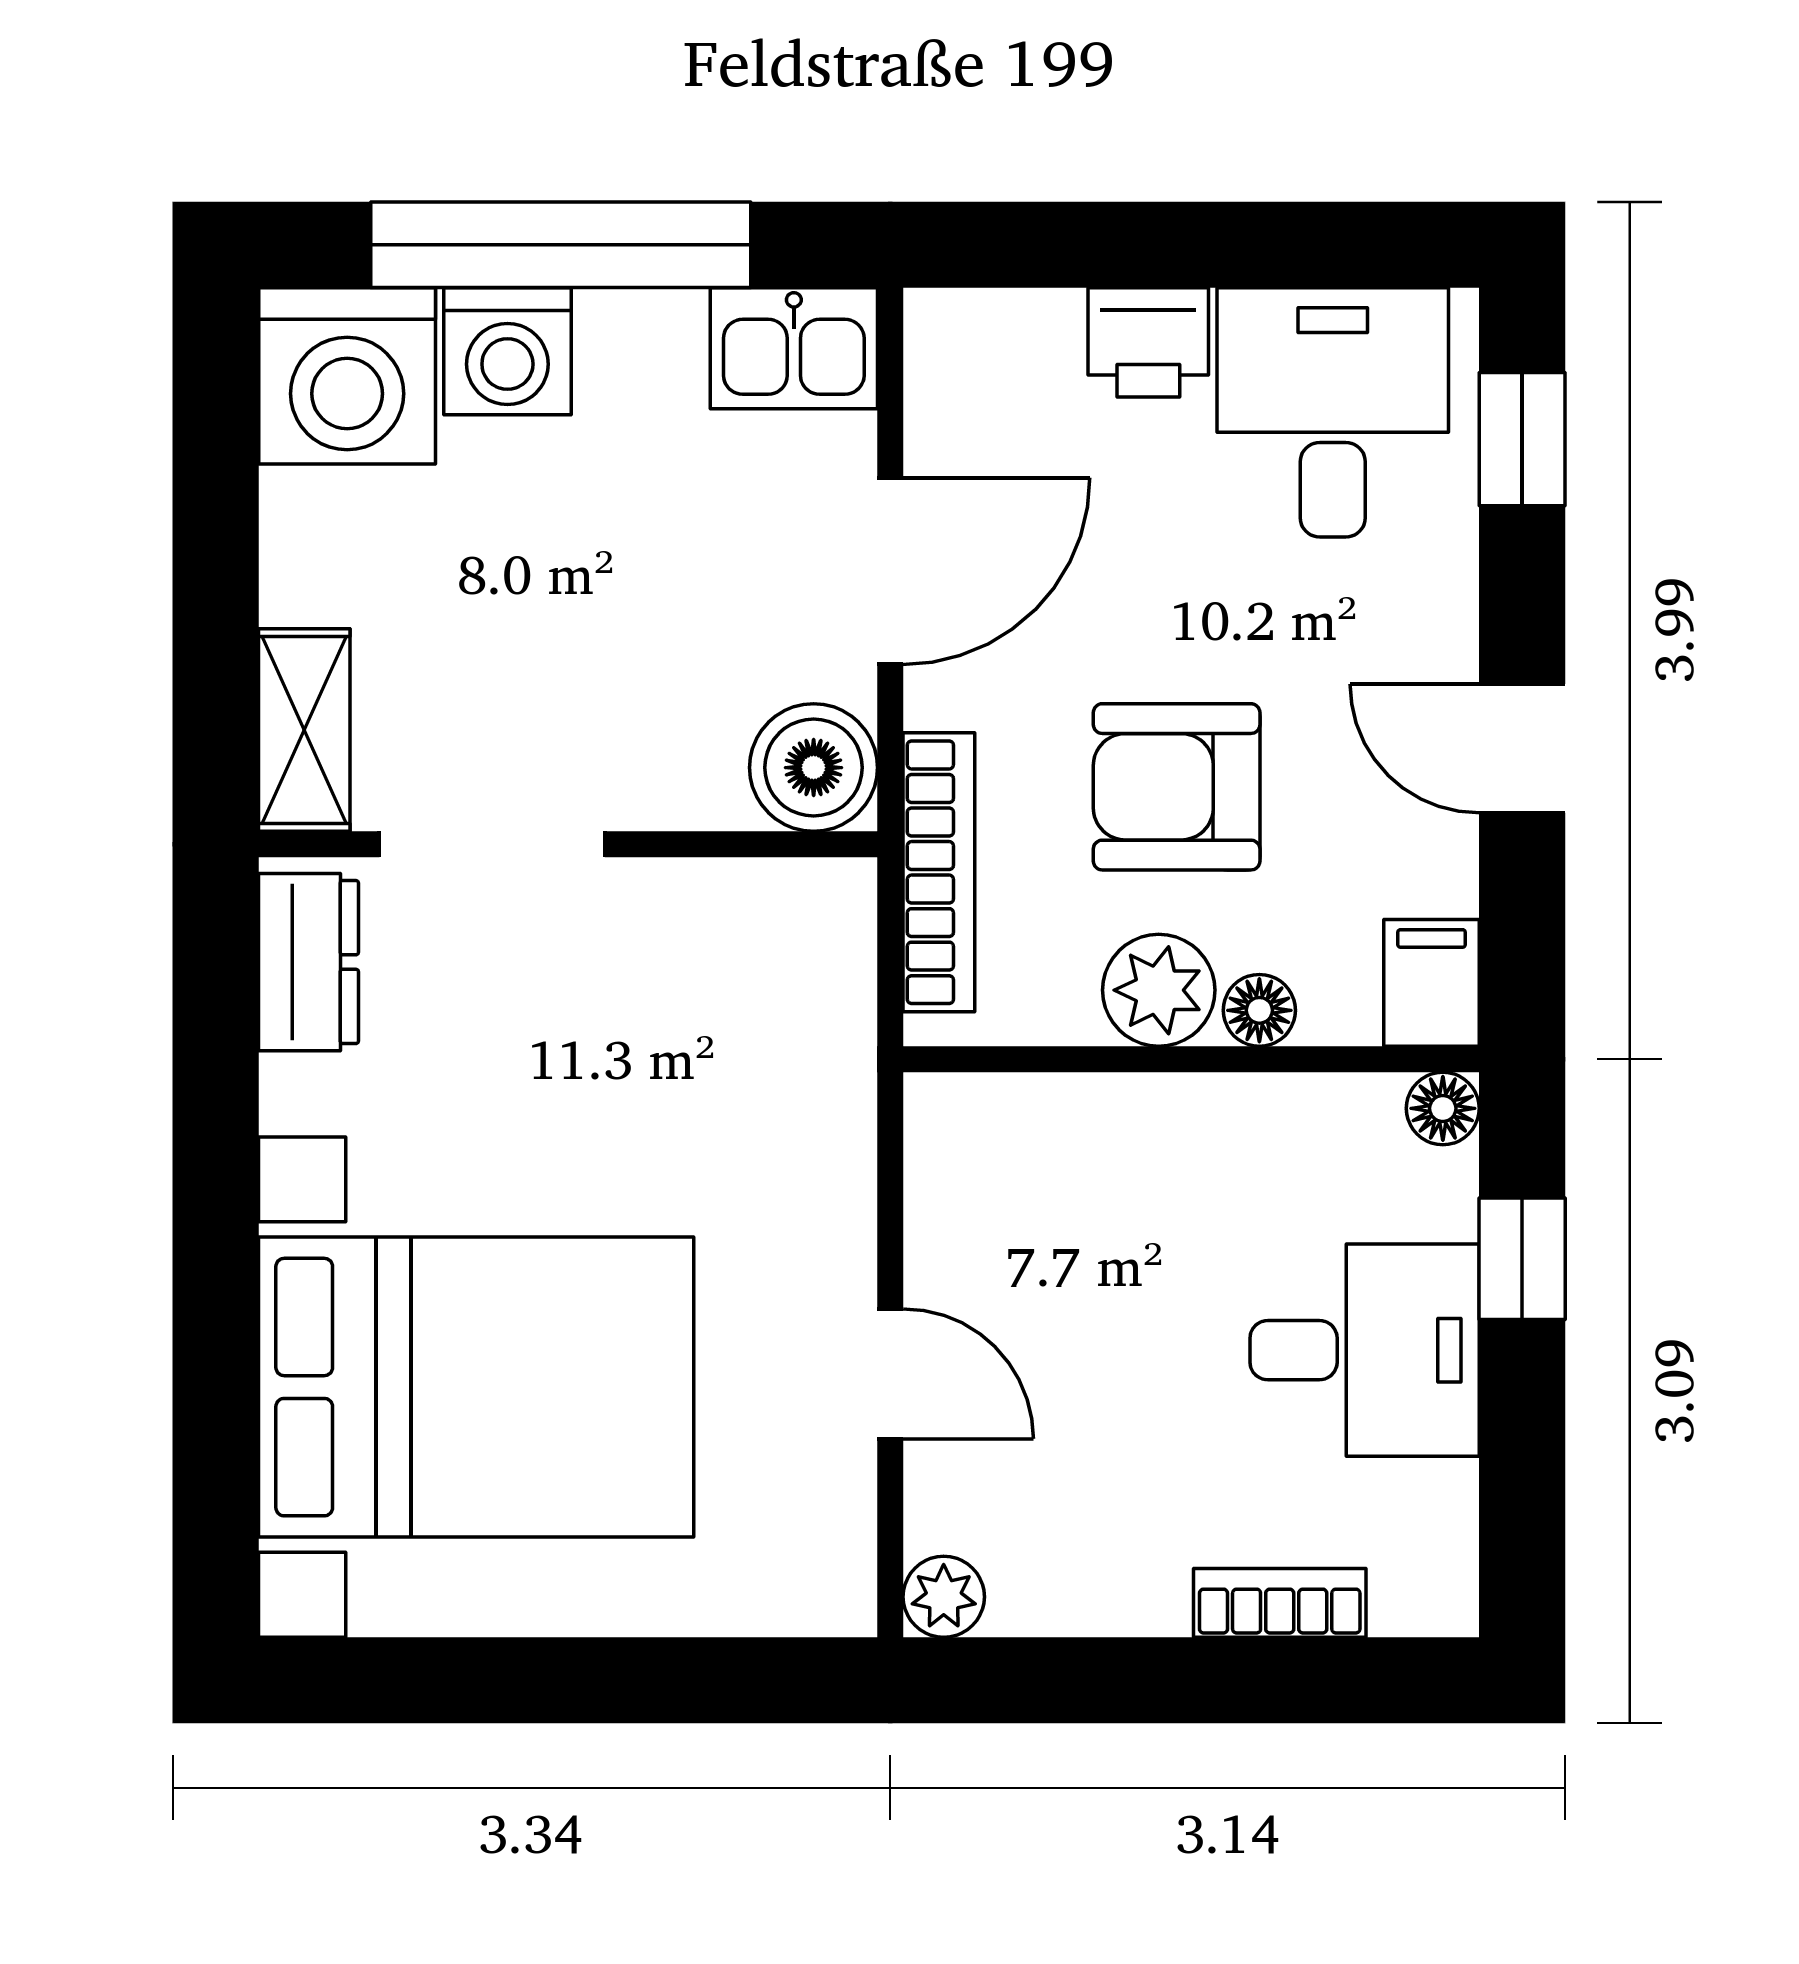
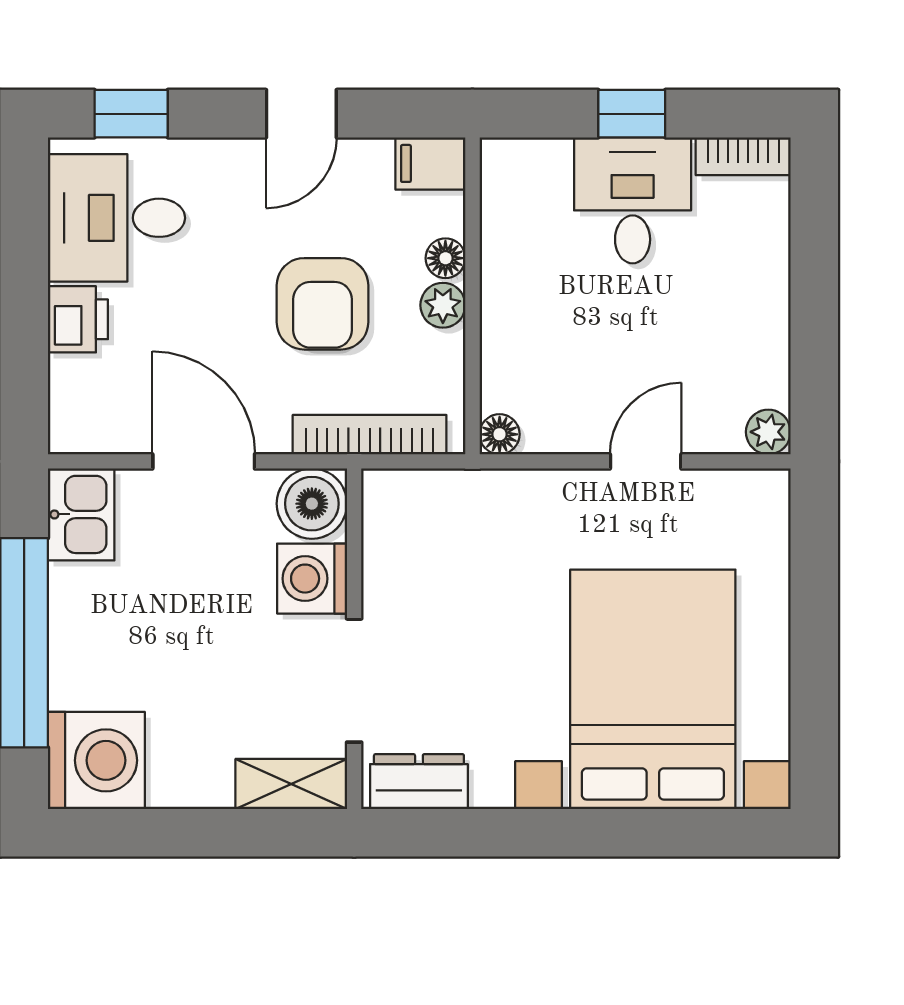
washing machine: (507, 351) -> (312, 579), moved, turned 180
plant: (1159, 990) -> (443, 305), width x0.73, depth x0.73
floor lamp: (1443, 1108) -> (500, 434), moved
window: (1522, 1259) -> (632, 114), moved
bookcase: (1280, 1603) -> (743, 156), moved, turned -90

